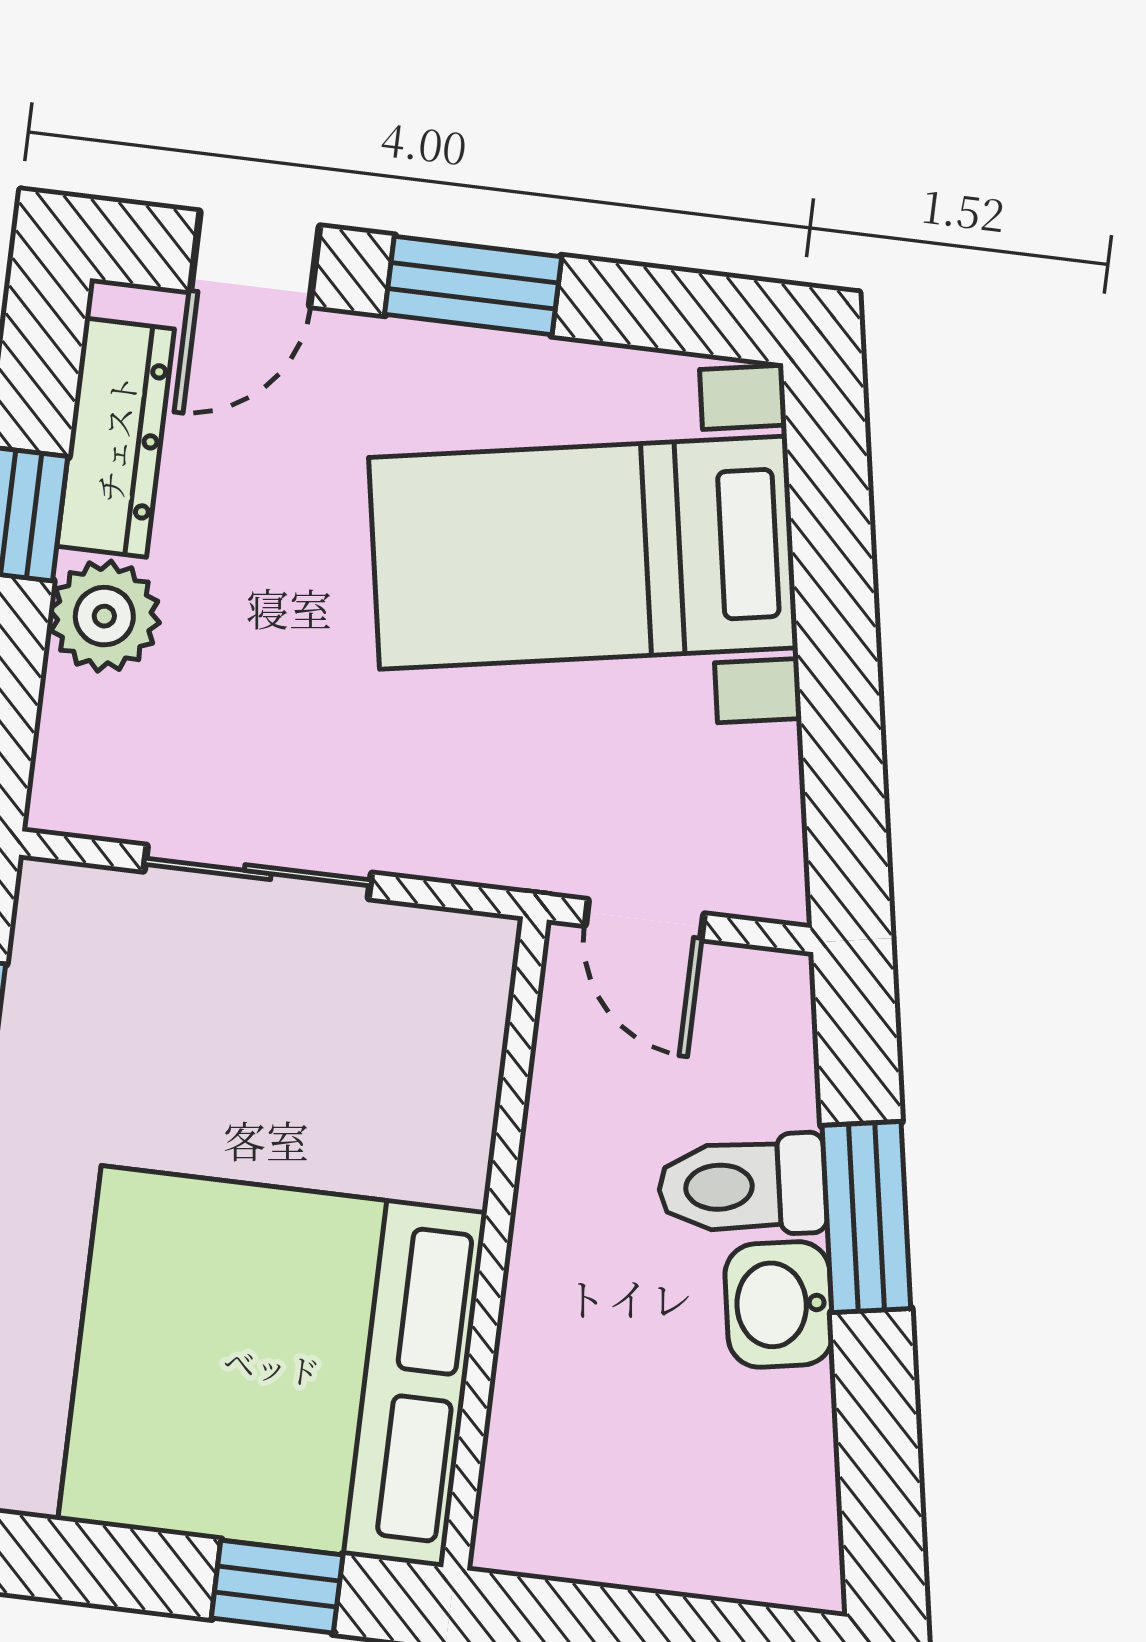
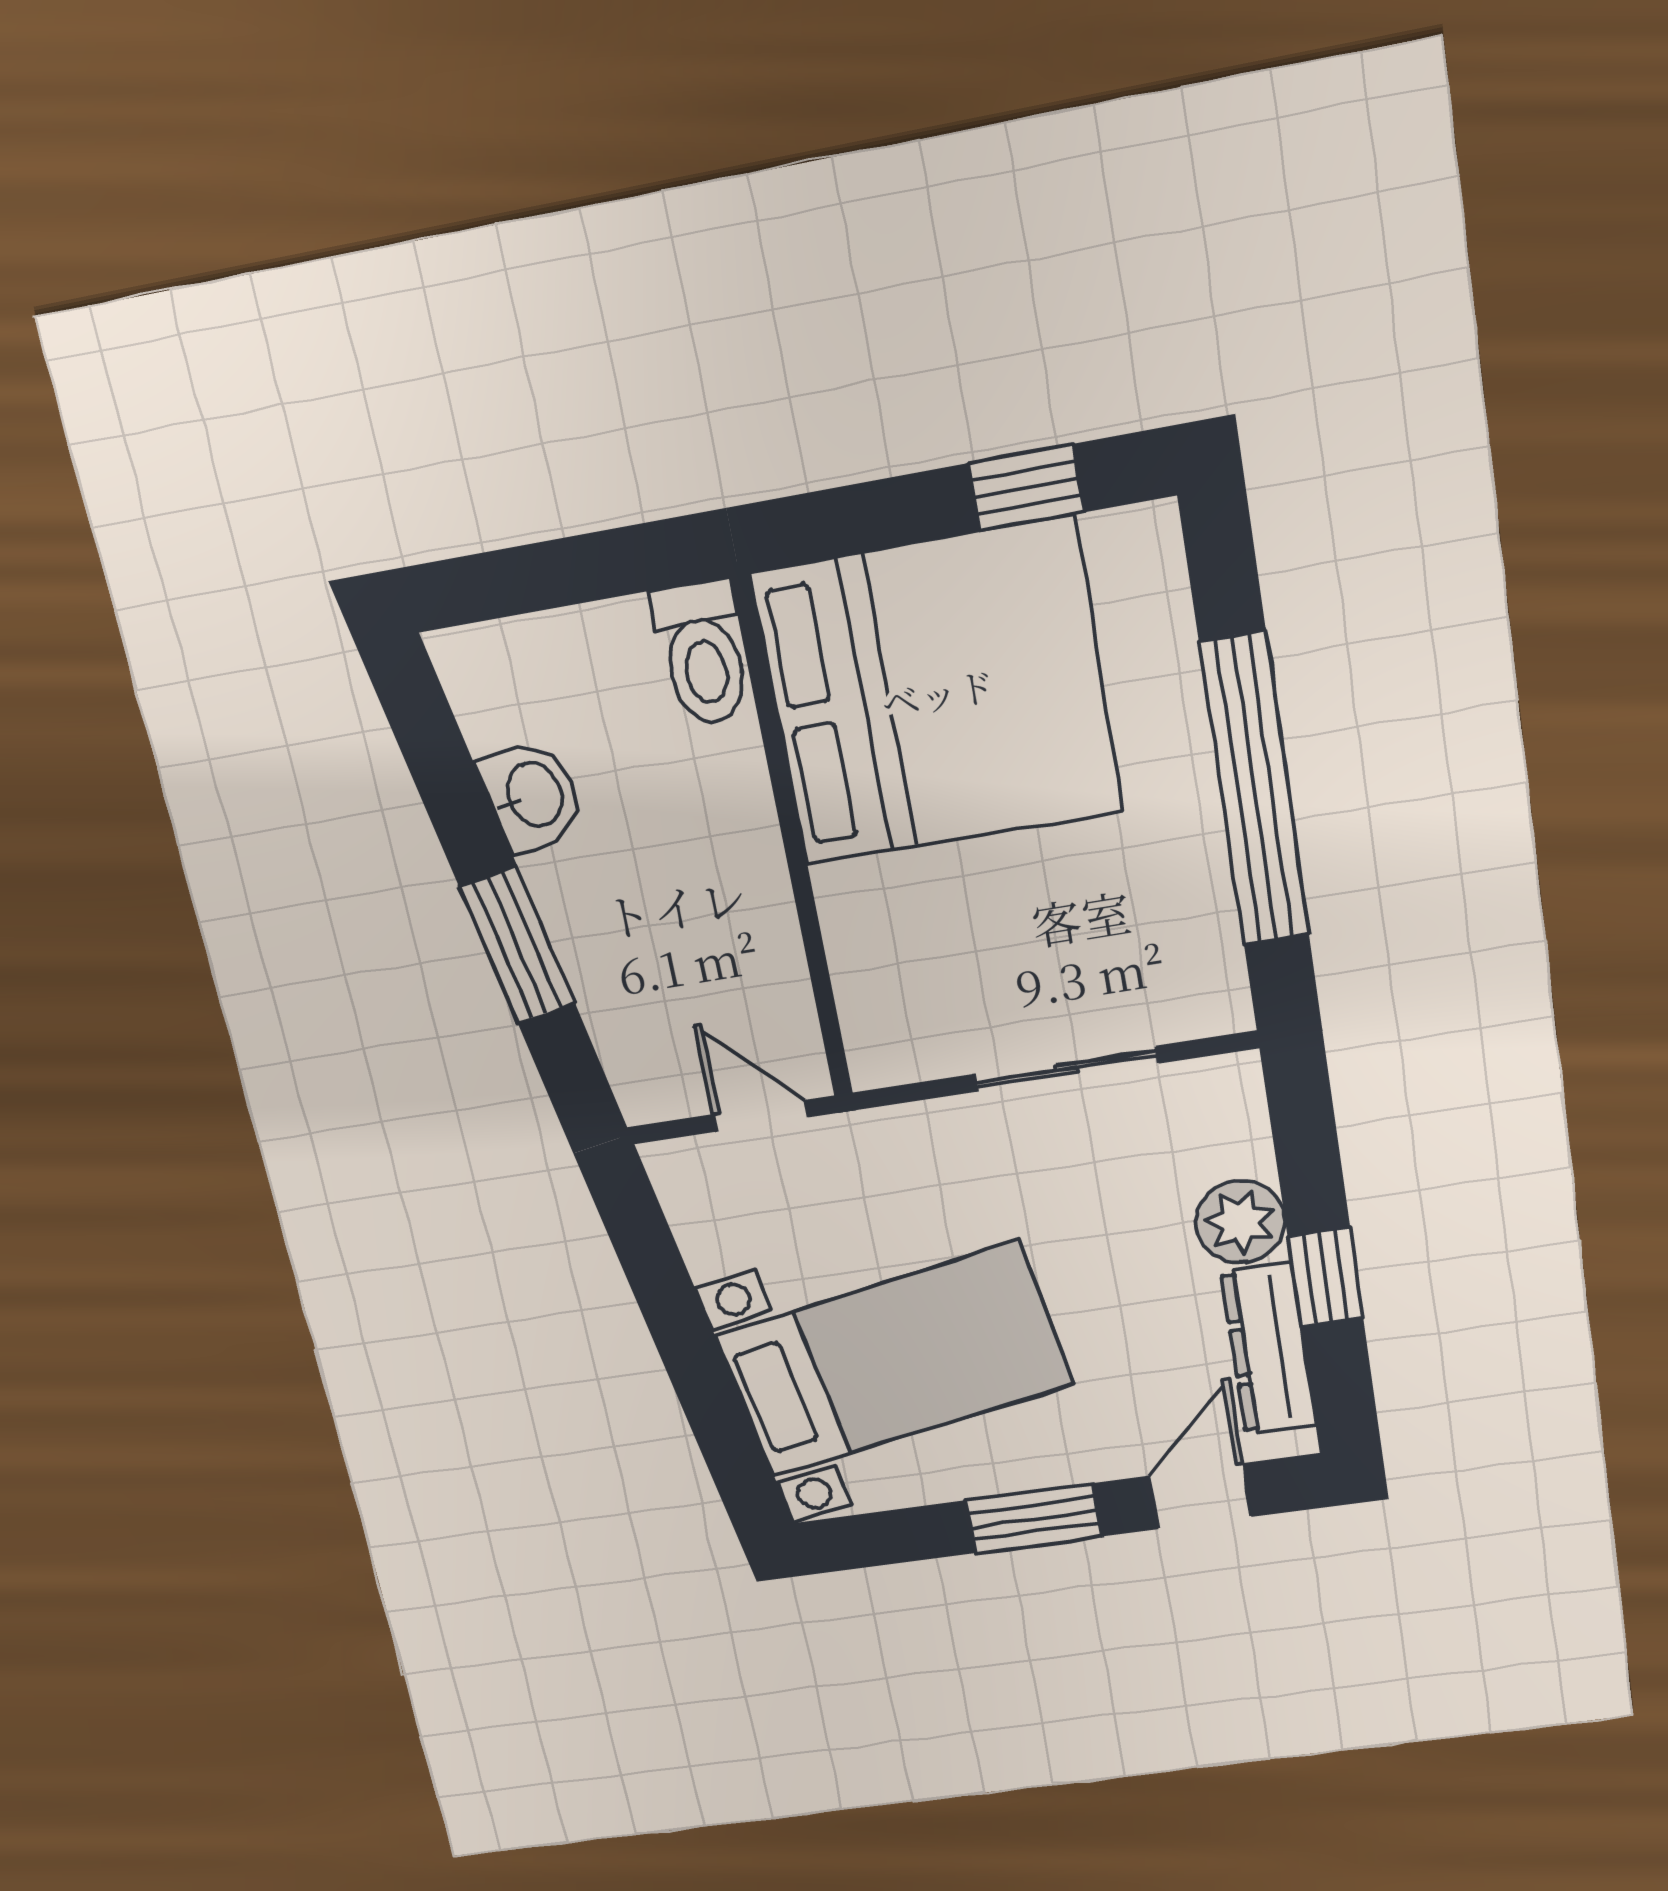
toilet: (742, 1186) -> (703, 653), moved, turned 100
washbasin: (779, 1304) -> (532, 795), moved
window: (277, 1587) -> (1026, 488), moved

